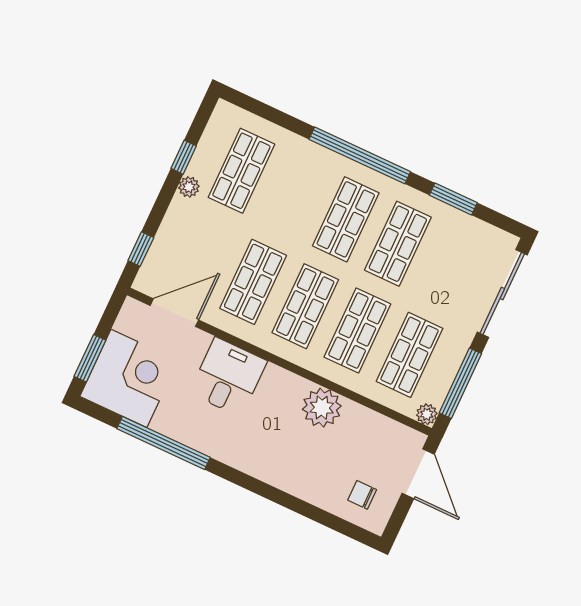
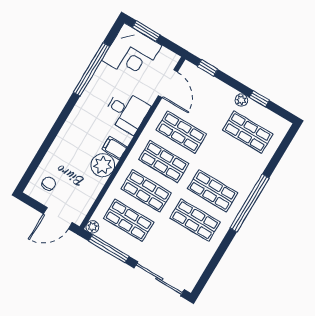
window: (453, 199) -> (218, 256), removed
filing cabinet: (291, 391) -> (115, 148), added

